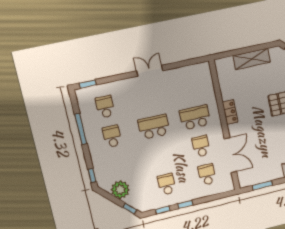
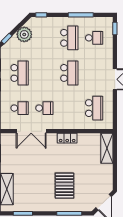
shelving: (252, 59) -> (107, 148), moved
school desk: (195, 117) -> (94, 108), moved
school desk: (112, 136) -> (69, 38), width x1.85
school desk: (167, 184) -> (20, 73), width x1.85

